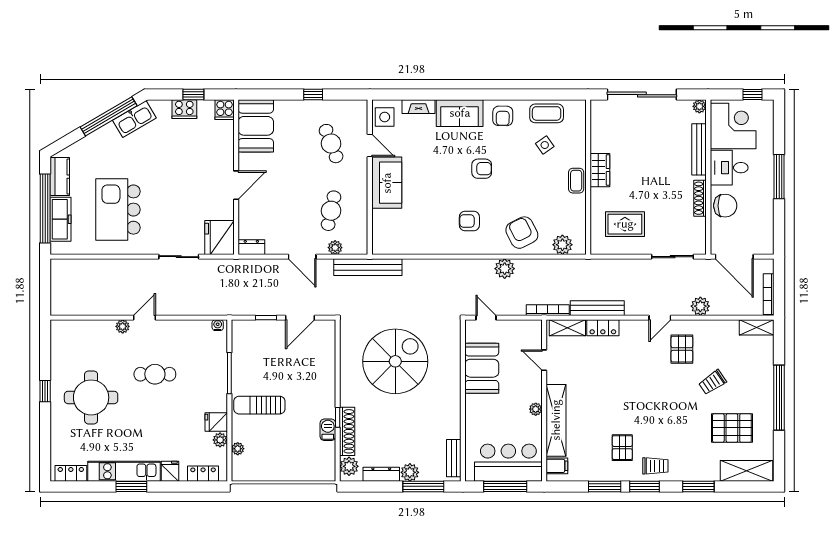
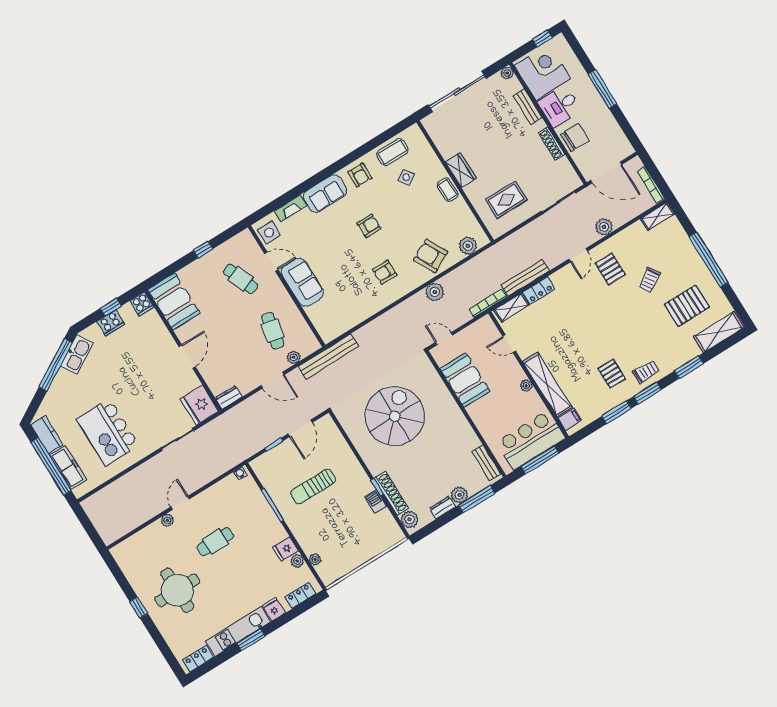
bench: (699, 149) -> (528, 106), width x0.73
sun lounger: (259, 405) -> (313, 486), moved
dresser: (381, 474) -> (443, 507), width x0.70

